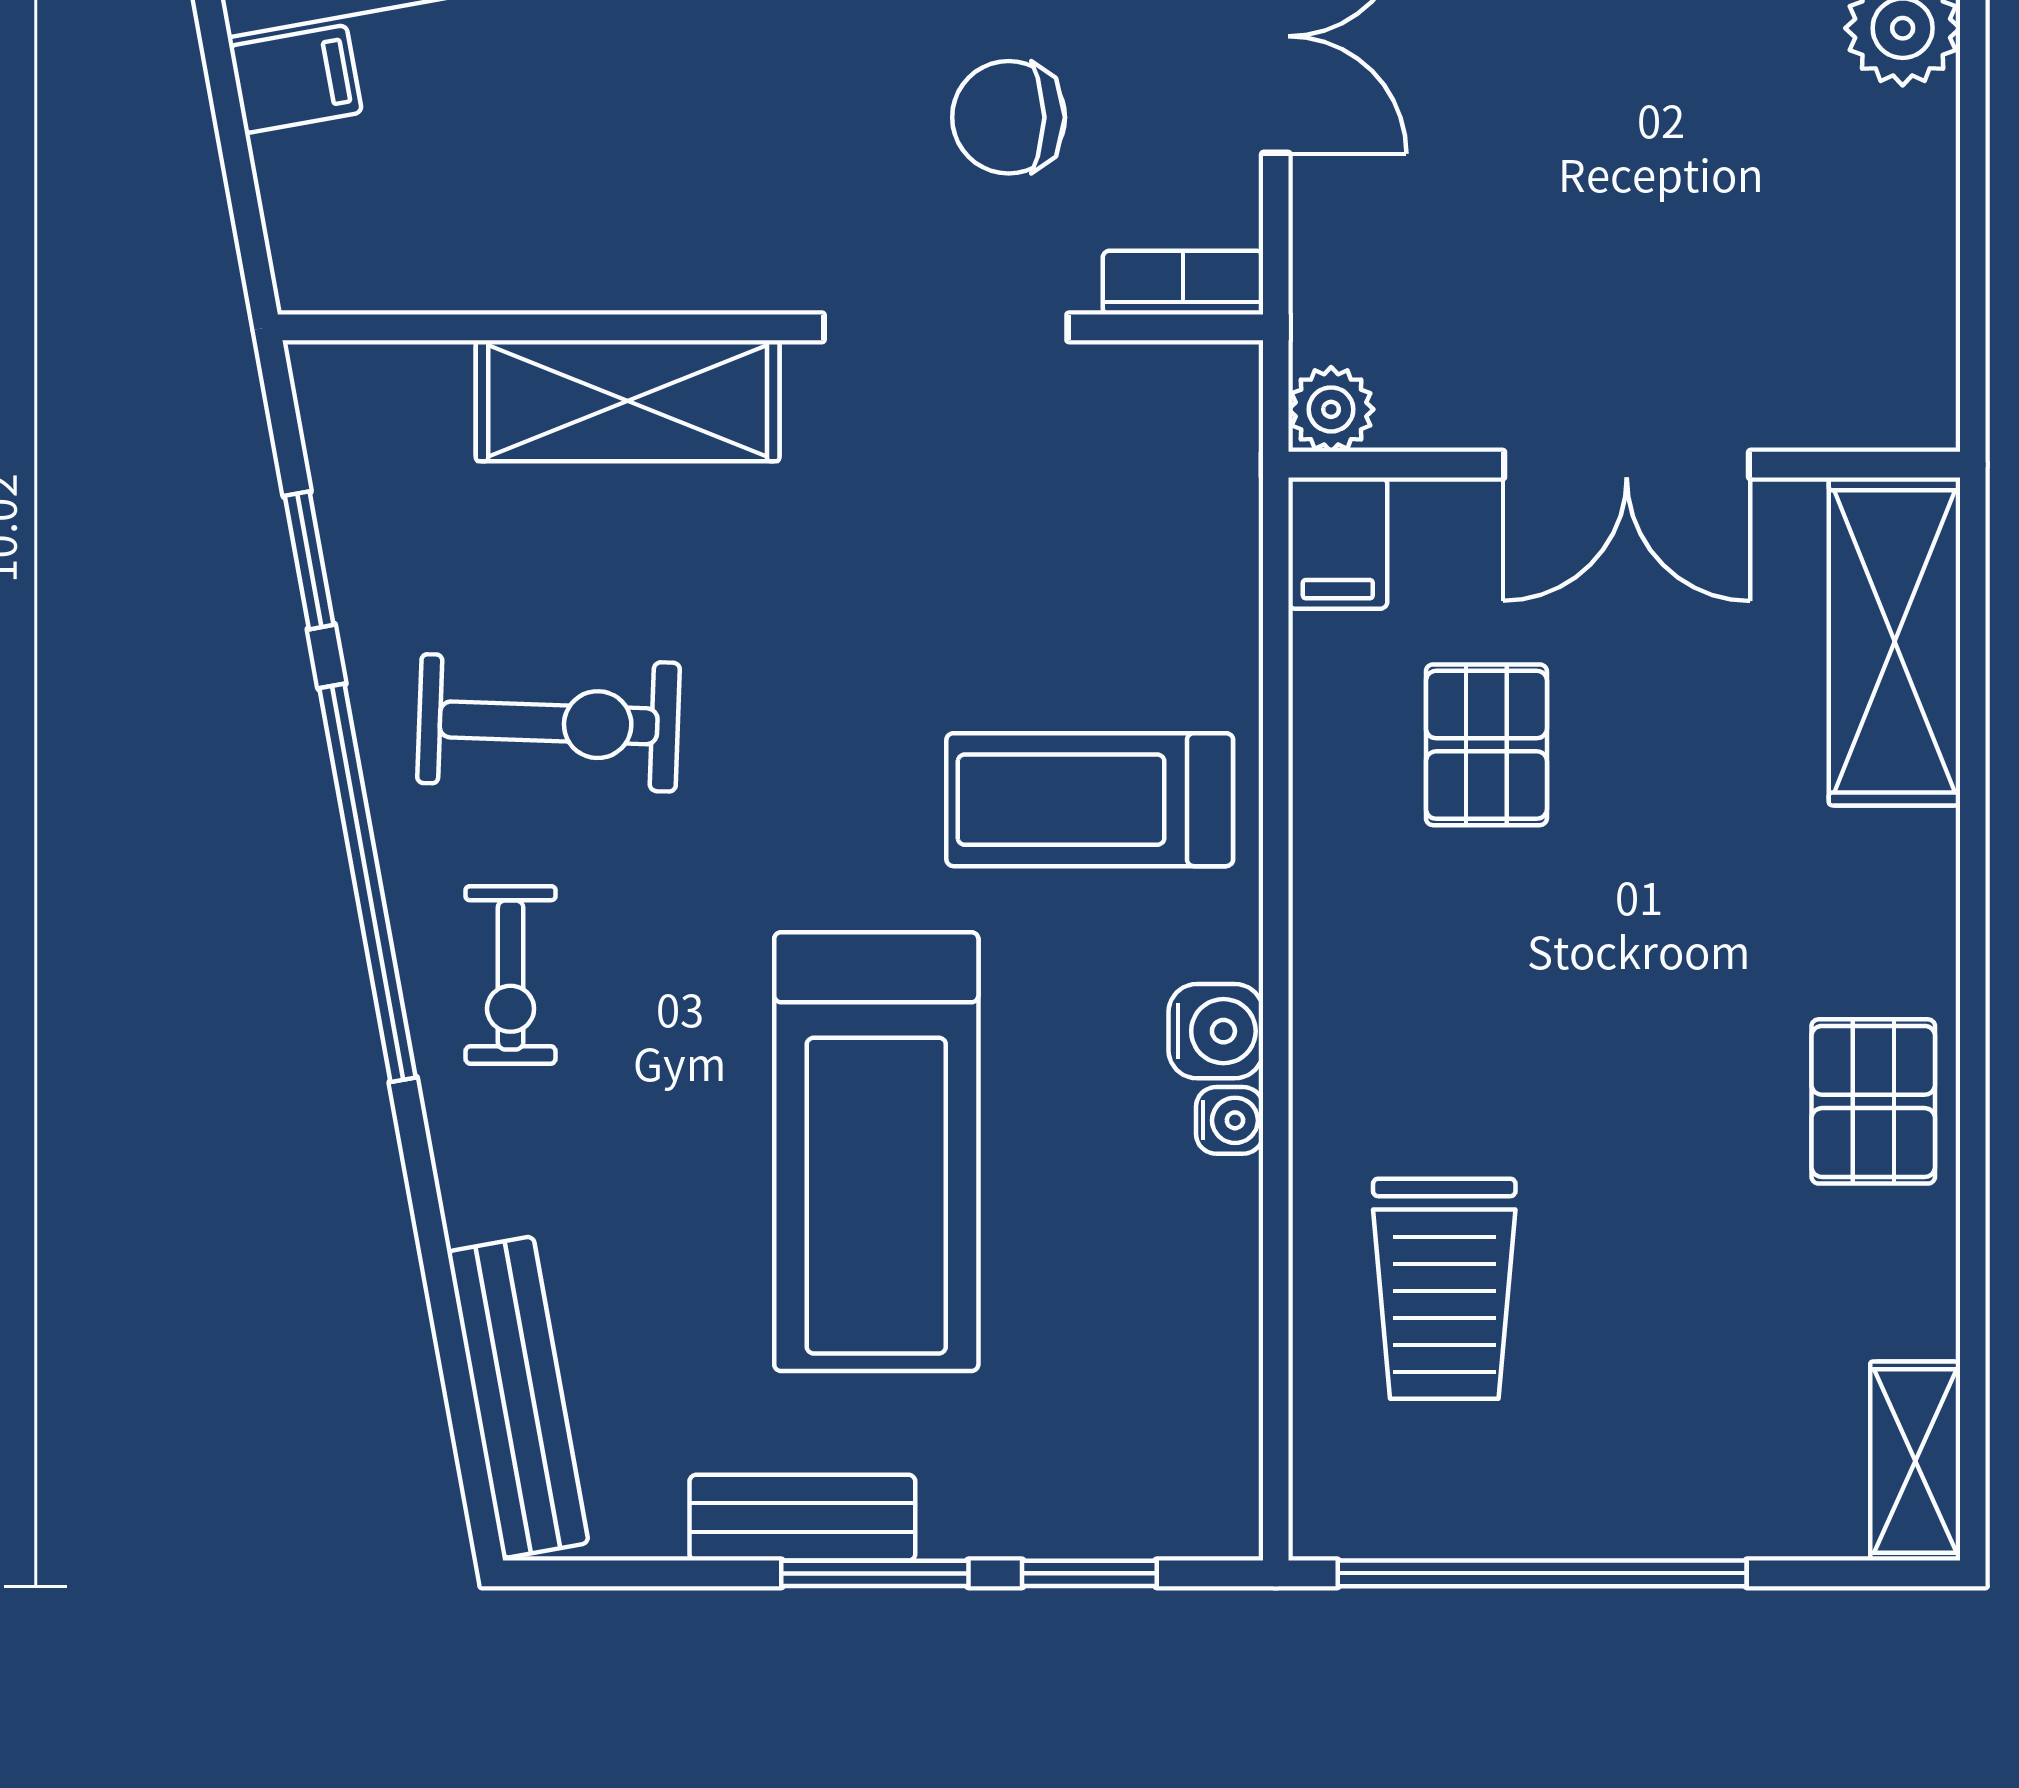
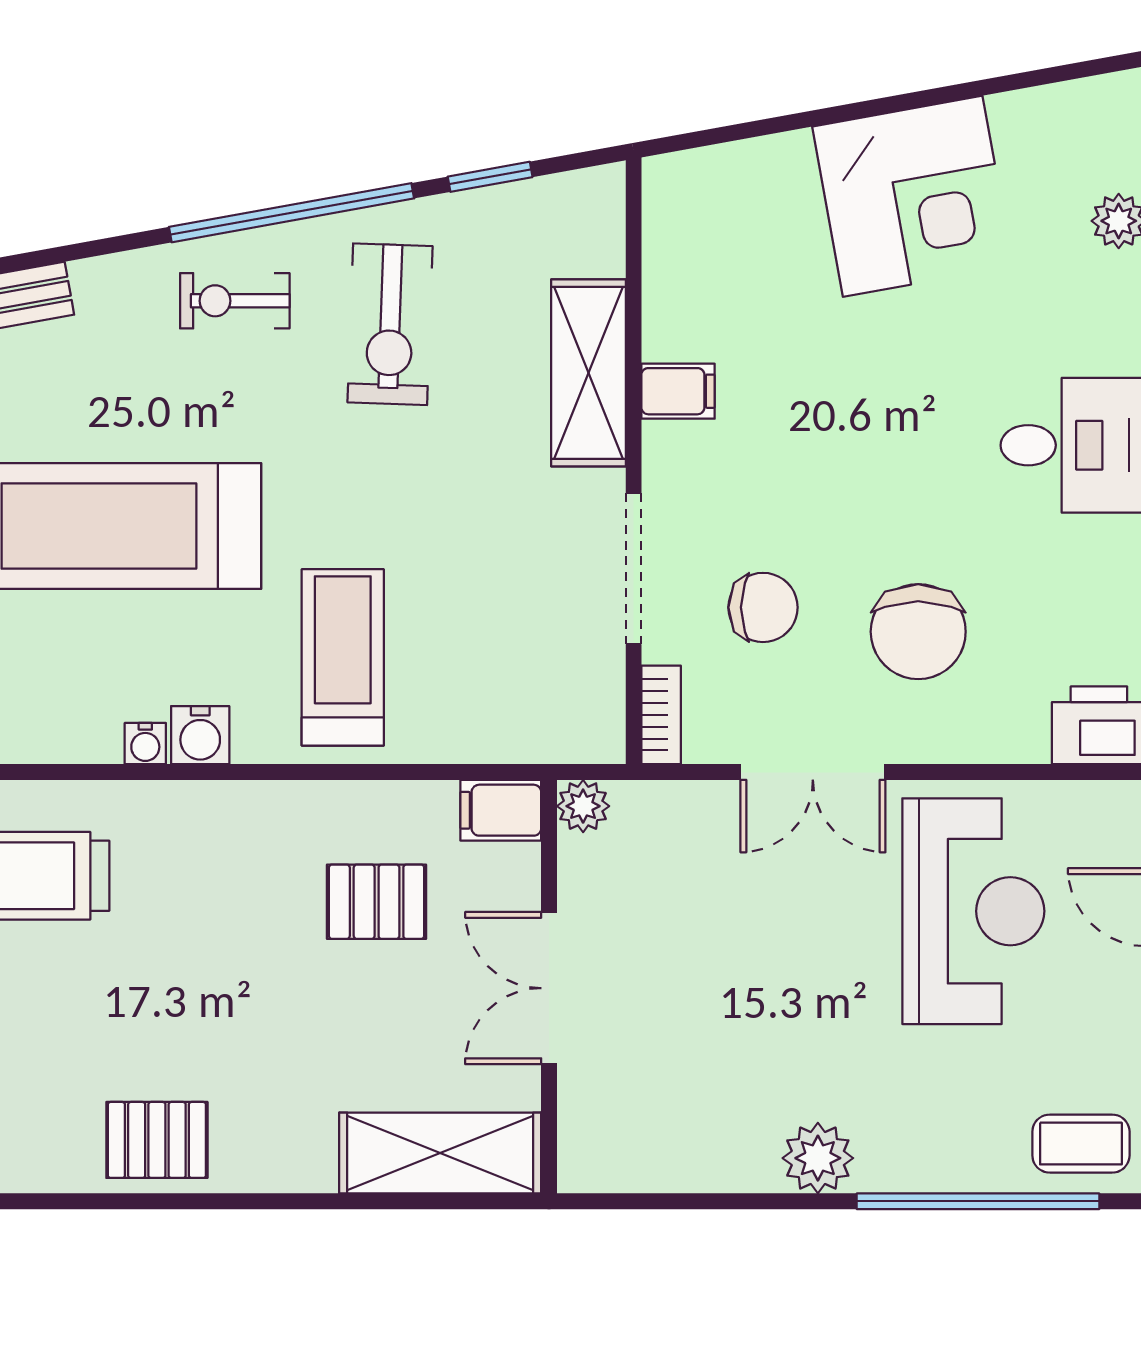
filing cabinet: (296, 79) -> (678, 391), moved, turned -80
chair: (1009, 117) -> (763, 607), turned 90

